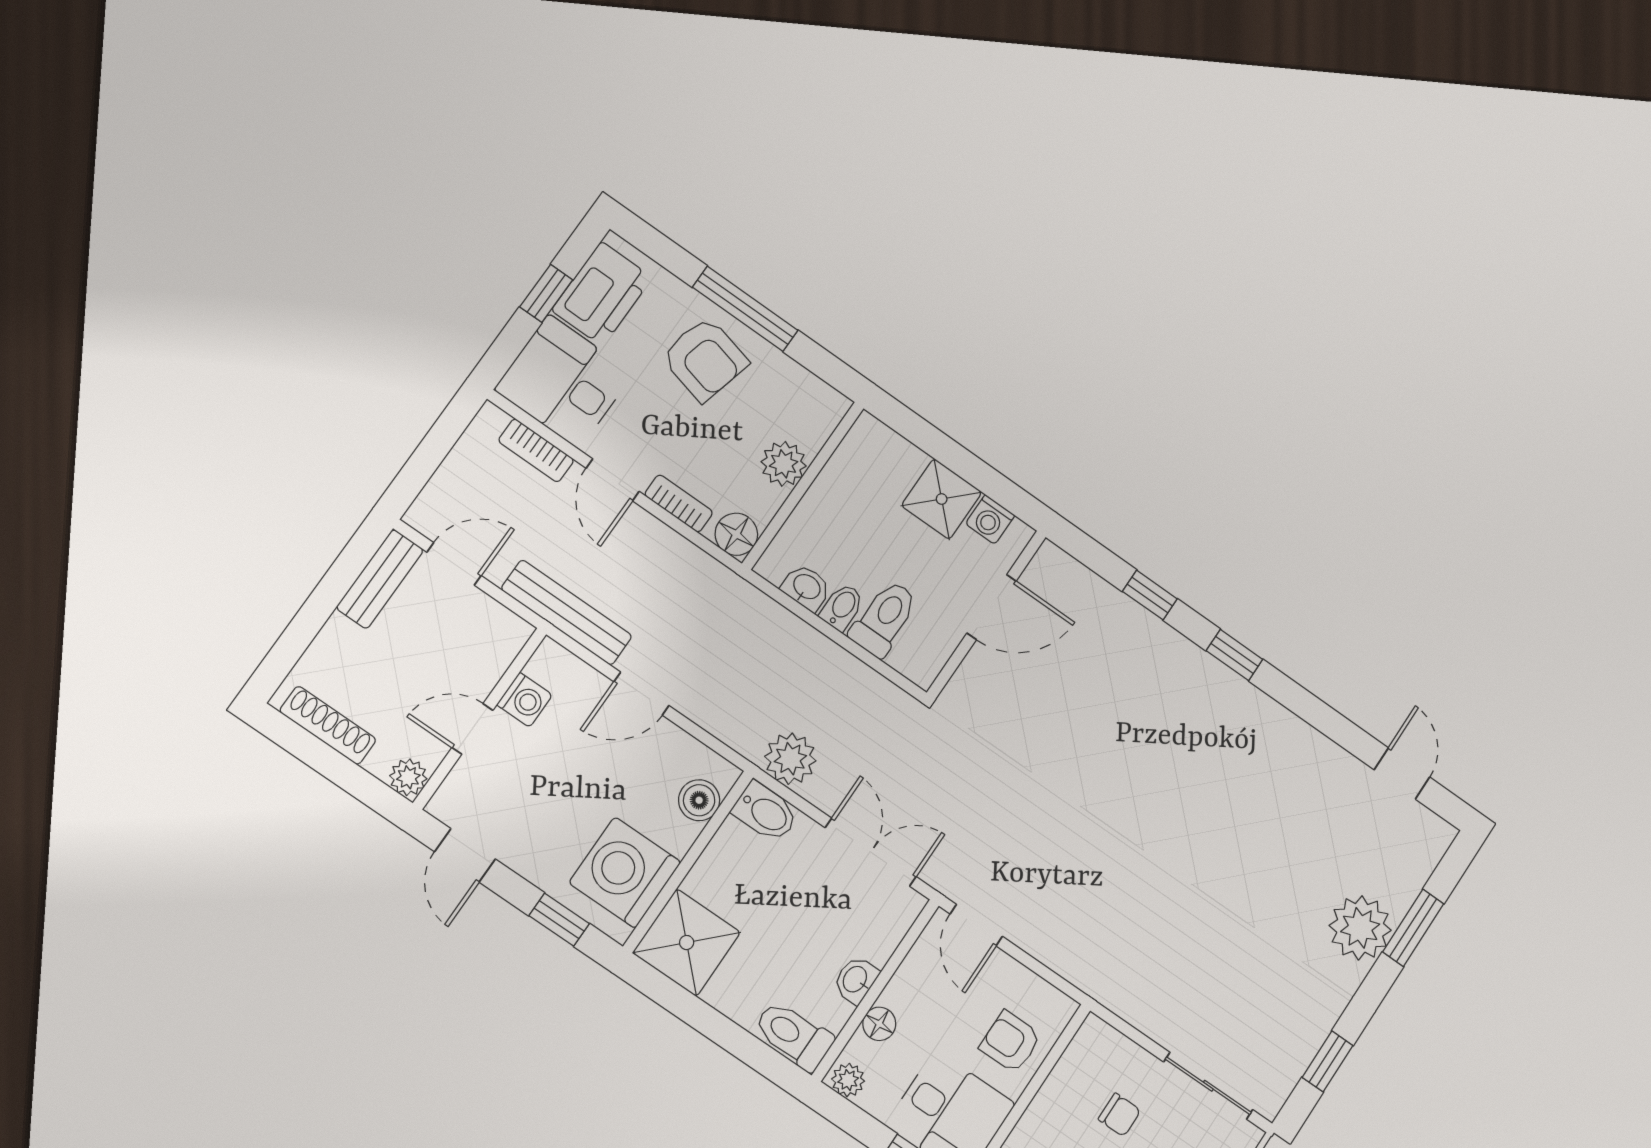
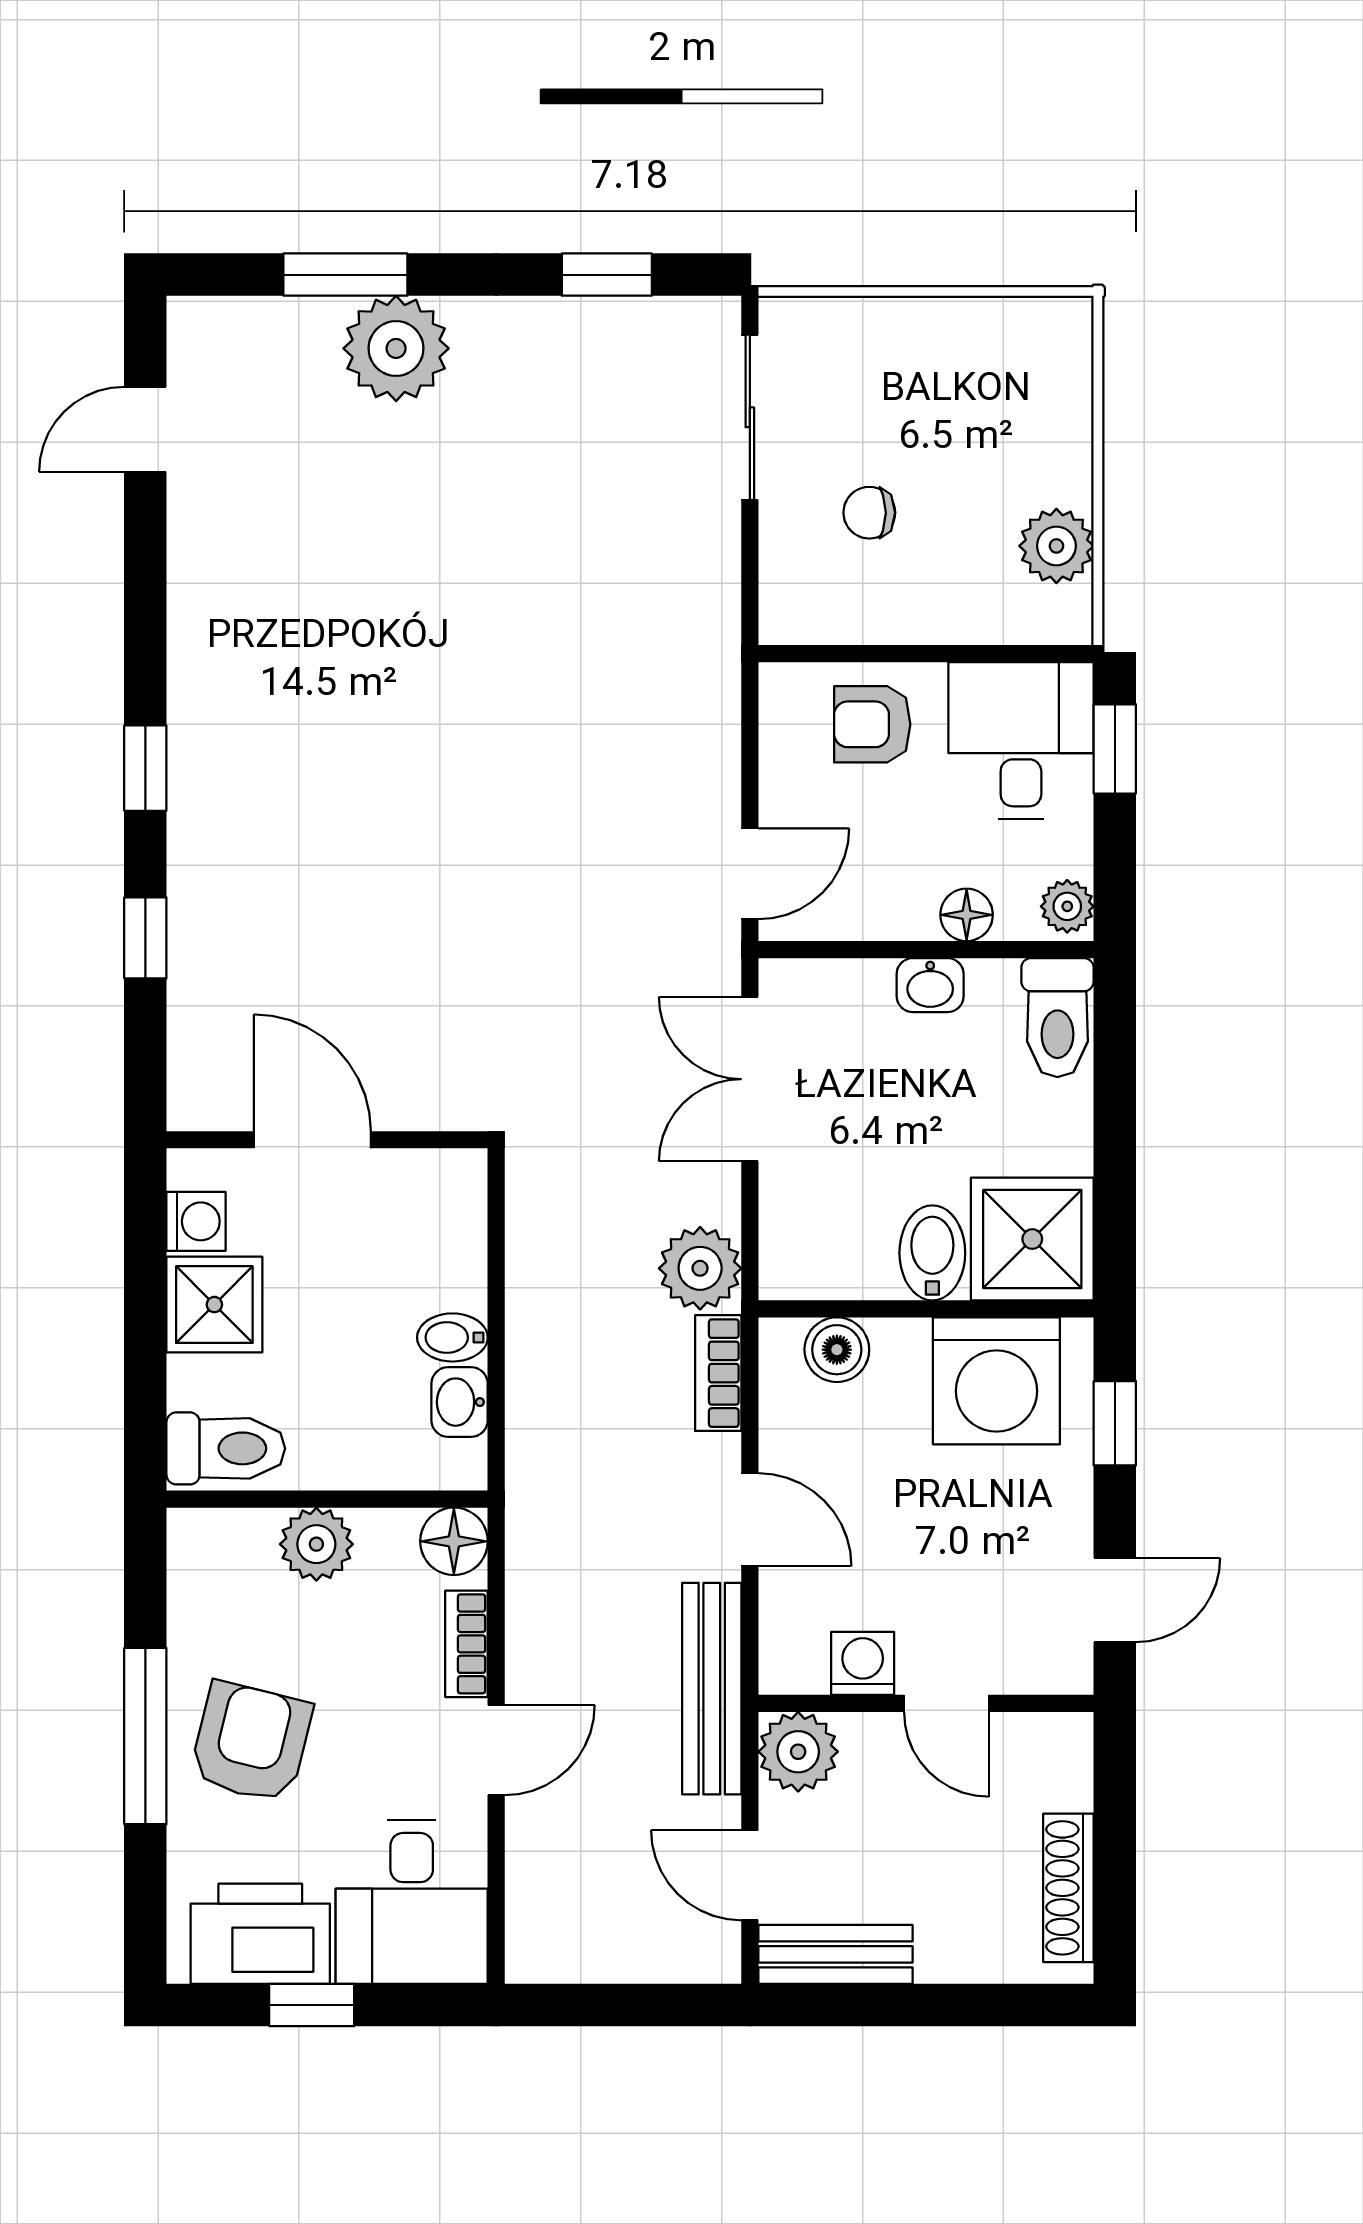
bookcase: (536, 450) -> (718, 1373), moved, turned 180
toilet: (884, 618) -> (226, 1448), moved, turned 180
plant: (408, 777) -> (798, 1752), moved, width x1.38, depth x1.38
bidet: (766, 812) -> (932, 1253), moved
armchair: (1010, 1042) -> (872, 724), turned 90
chair: (1119, 1115) -> (869, 513), turned -90

